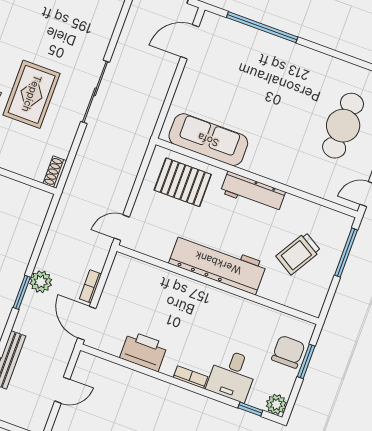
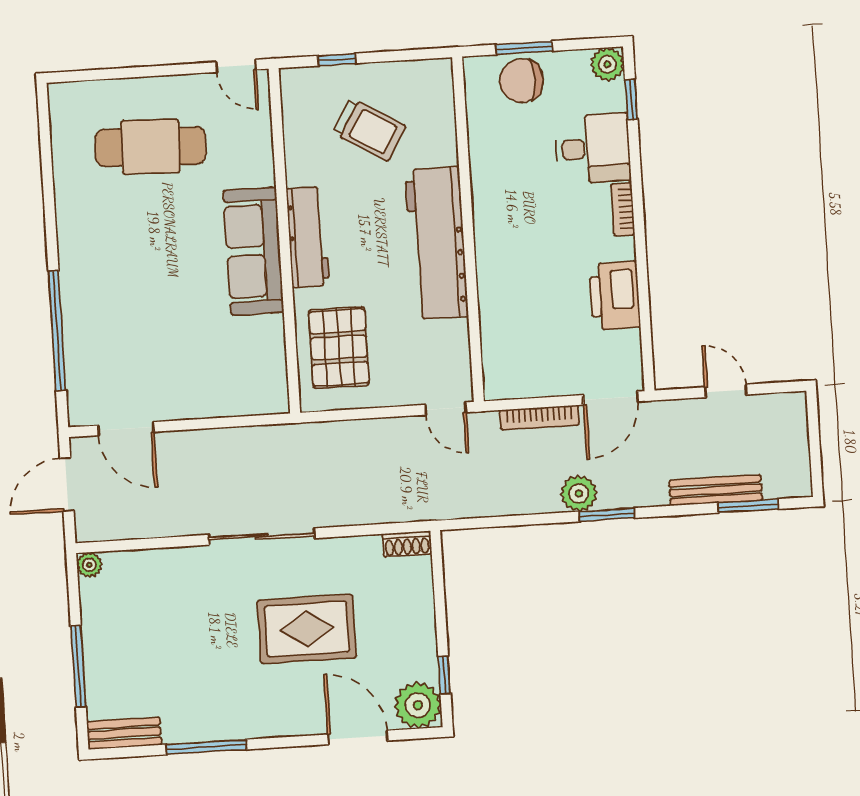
sofa: (208, 140) -> (253, 251), moved
window: (346, 253) -> (337, 60), width x0.46
bookcase: (90, 286) -> (539, 418), width x1.56

